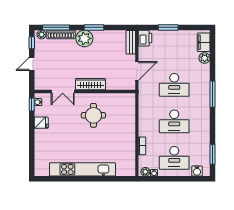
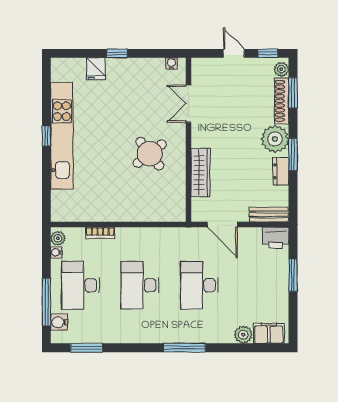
window: (56, 27) -> (293, 93), width x0.69
dresser: (104, 35) -> (281, 171), added
wardrobe: (90, 84) -> (200, 173), moved
window: (32, 104) -> (117, 53), moved
round table: (93, 115) -> (150, 154), turned -38
fridge: (41, 123) -> (96, 69), moved
window: (83, 179) -> (46, 136), added
window: (185, 179) -> (46, 302), added

